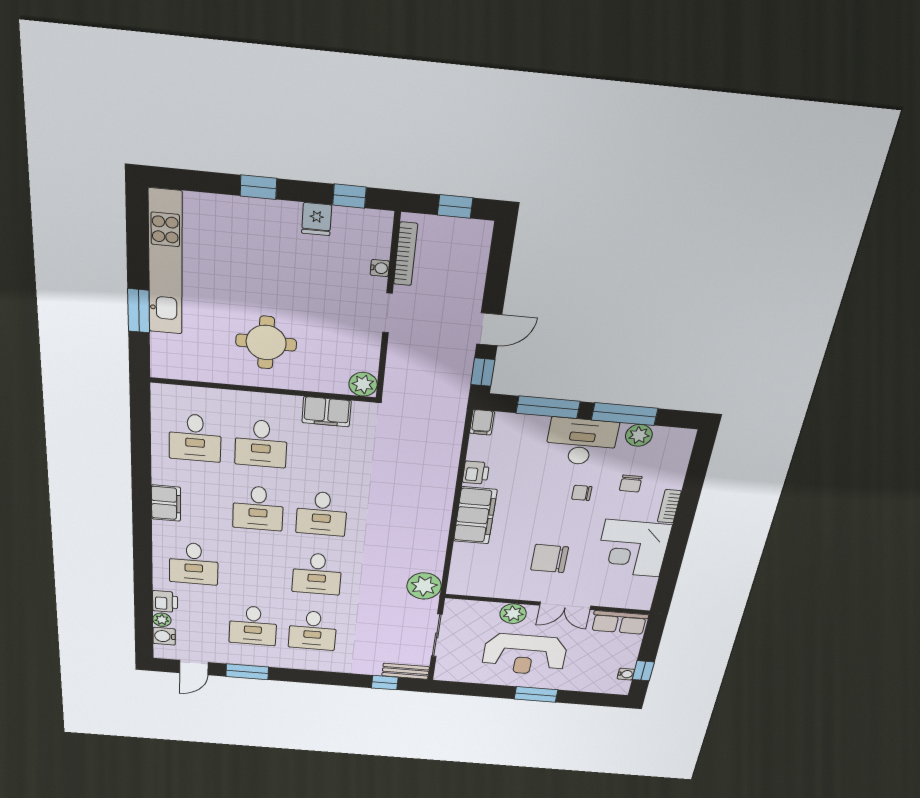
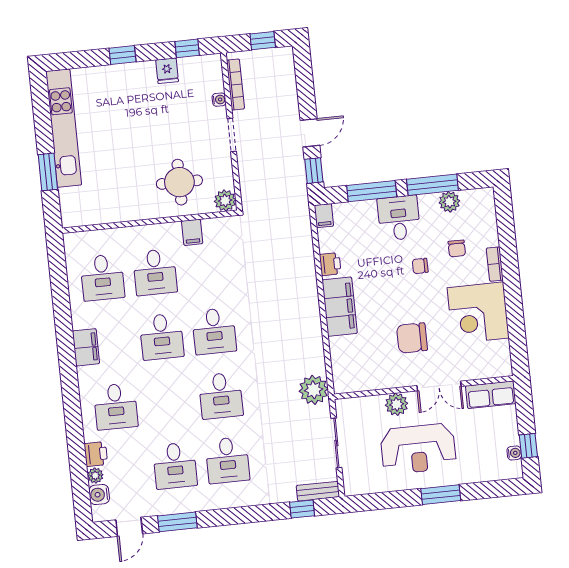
round table: (266, 343) -> (179, 182), moved
filing cabinet: (327, 412) -> (192, 232), width x0.50
desk: (581, 442) -> (399, 218), width x0.73

